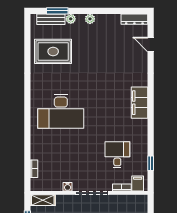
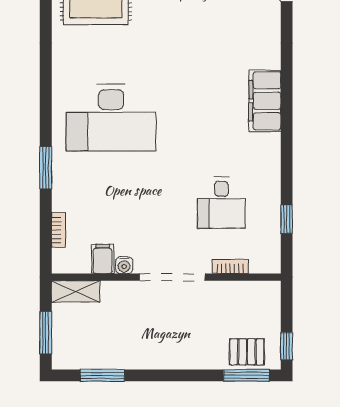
window: (27, 137) -> (46, 168), added
desk: (117, 155) -> (221, 203), turned 180
filing cabinet: (138, 184) -> (103, 259), moved

